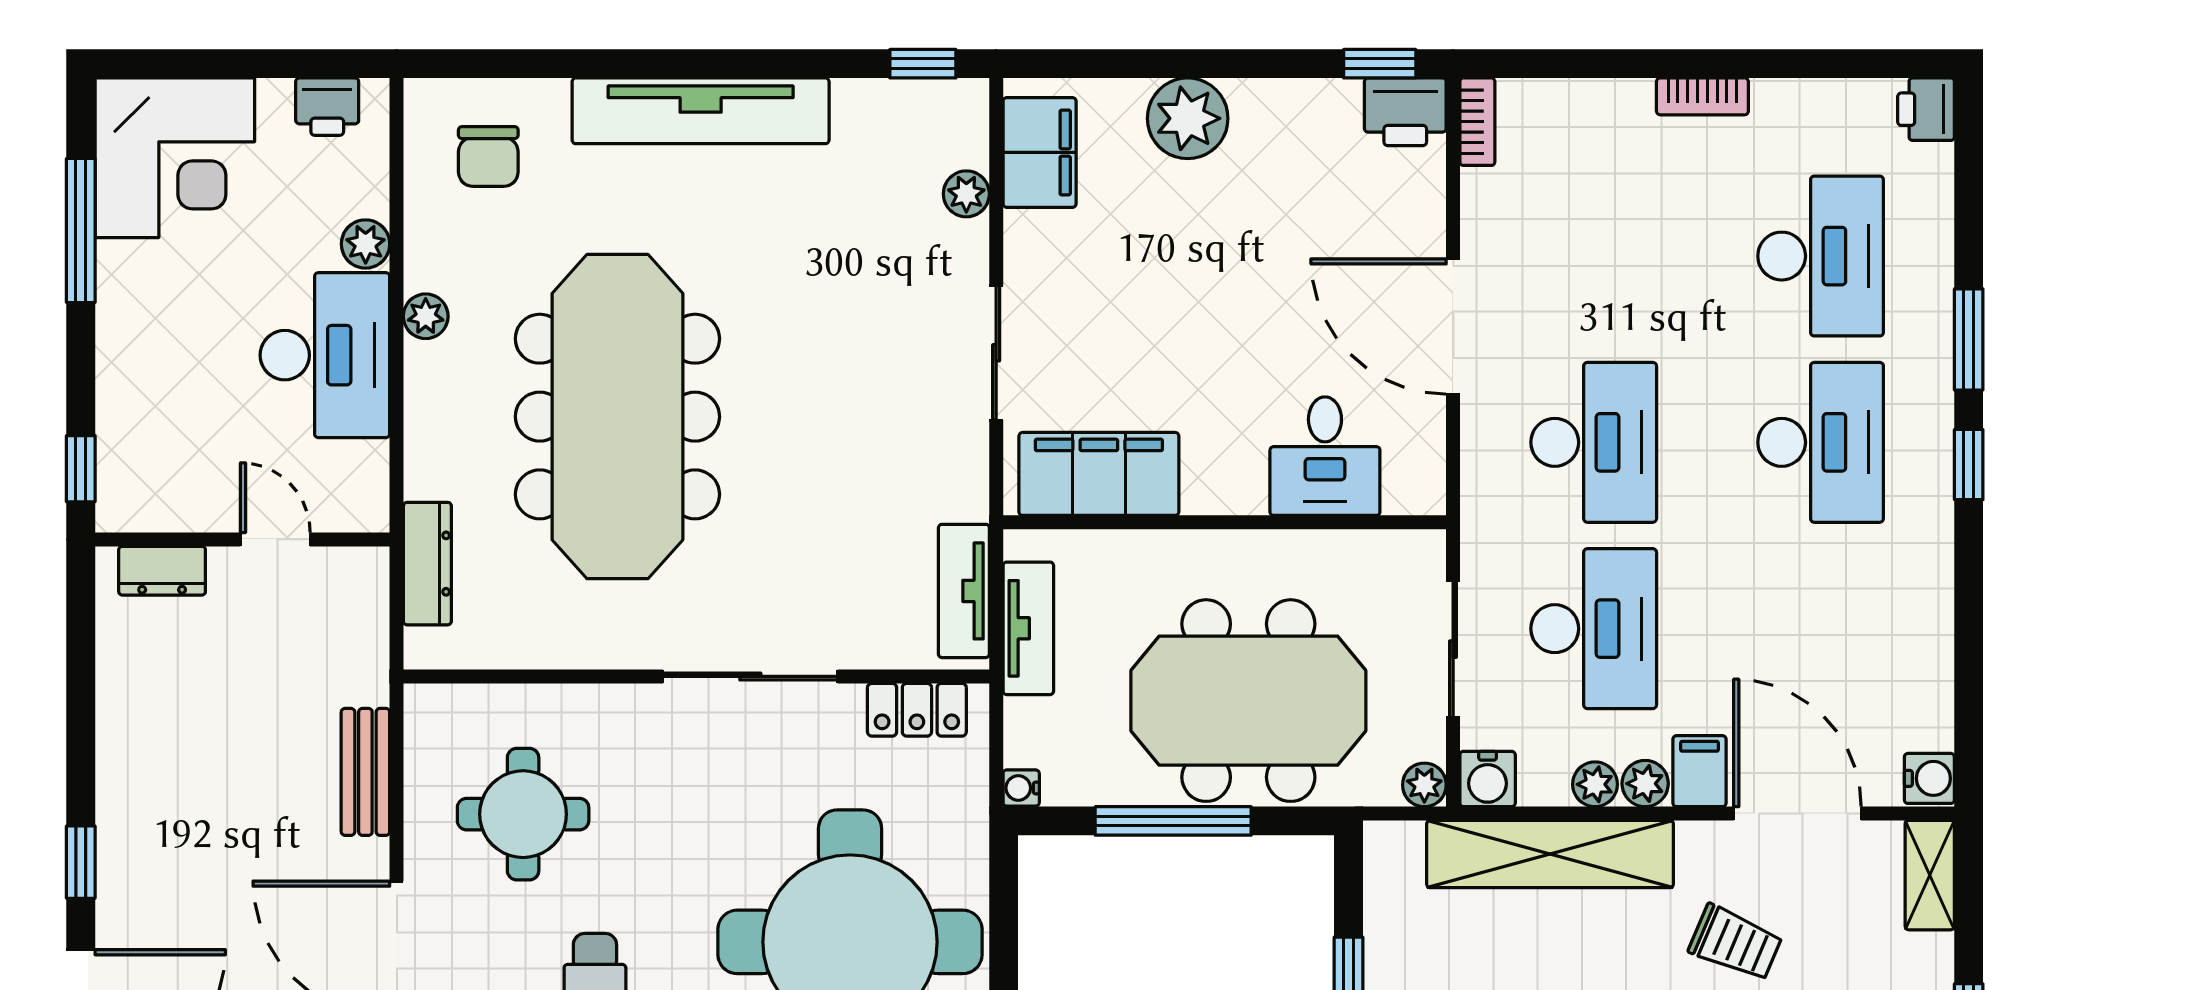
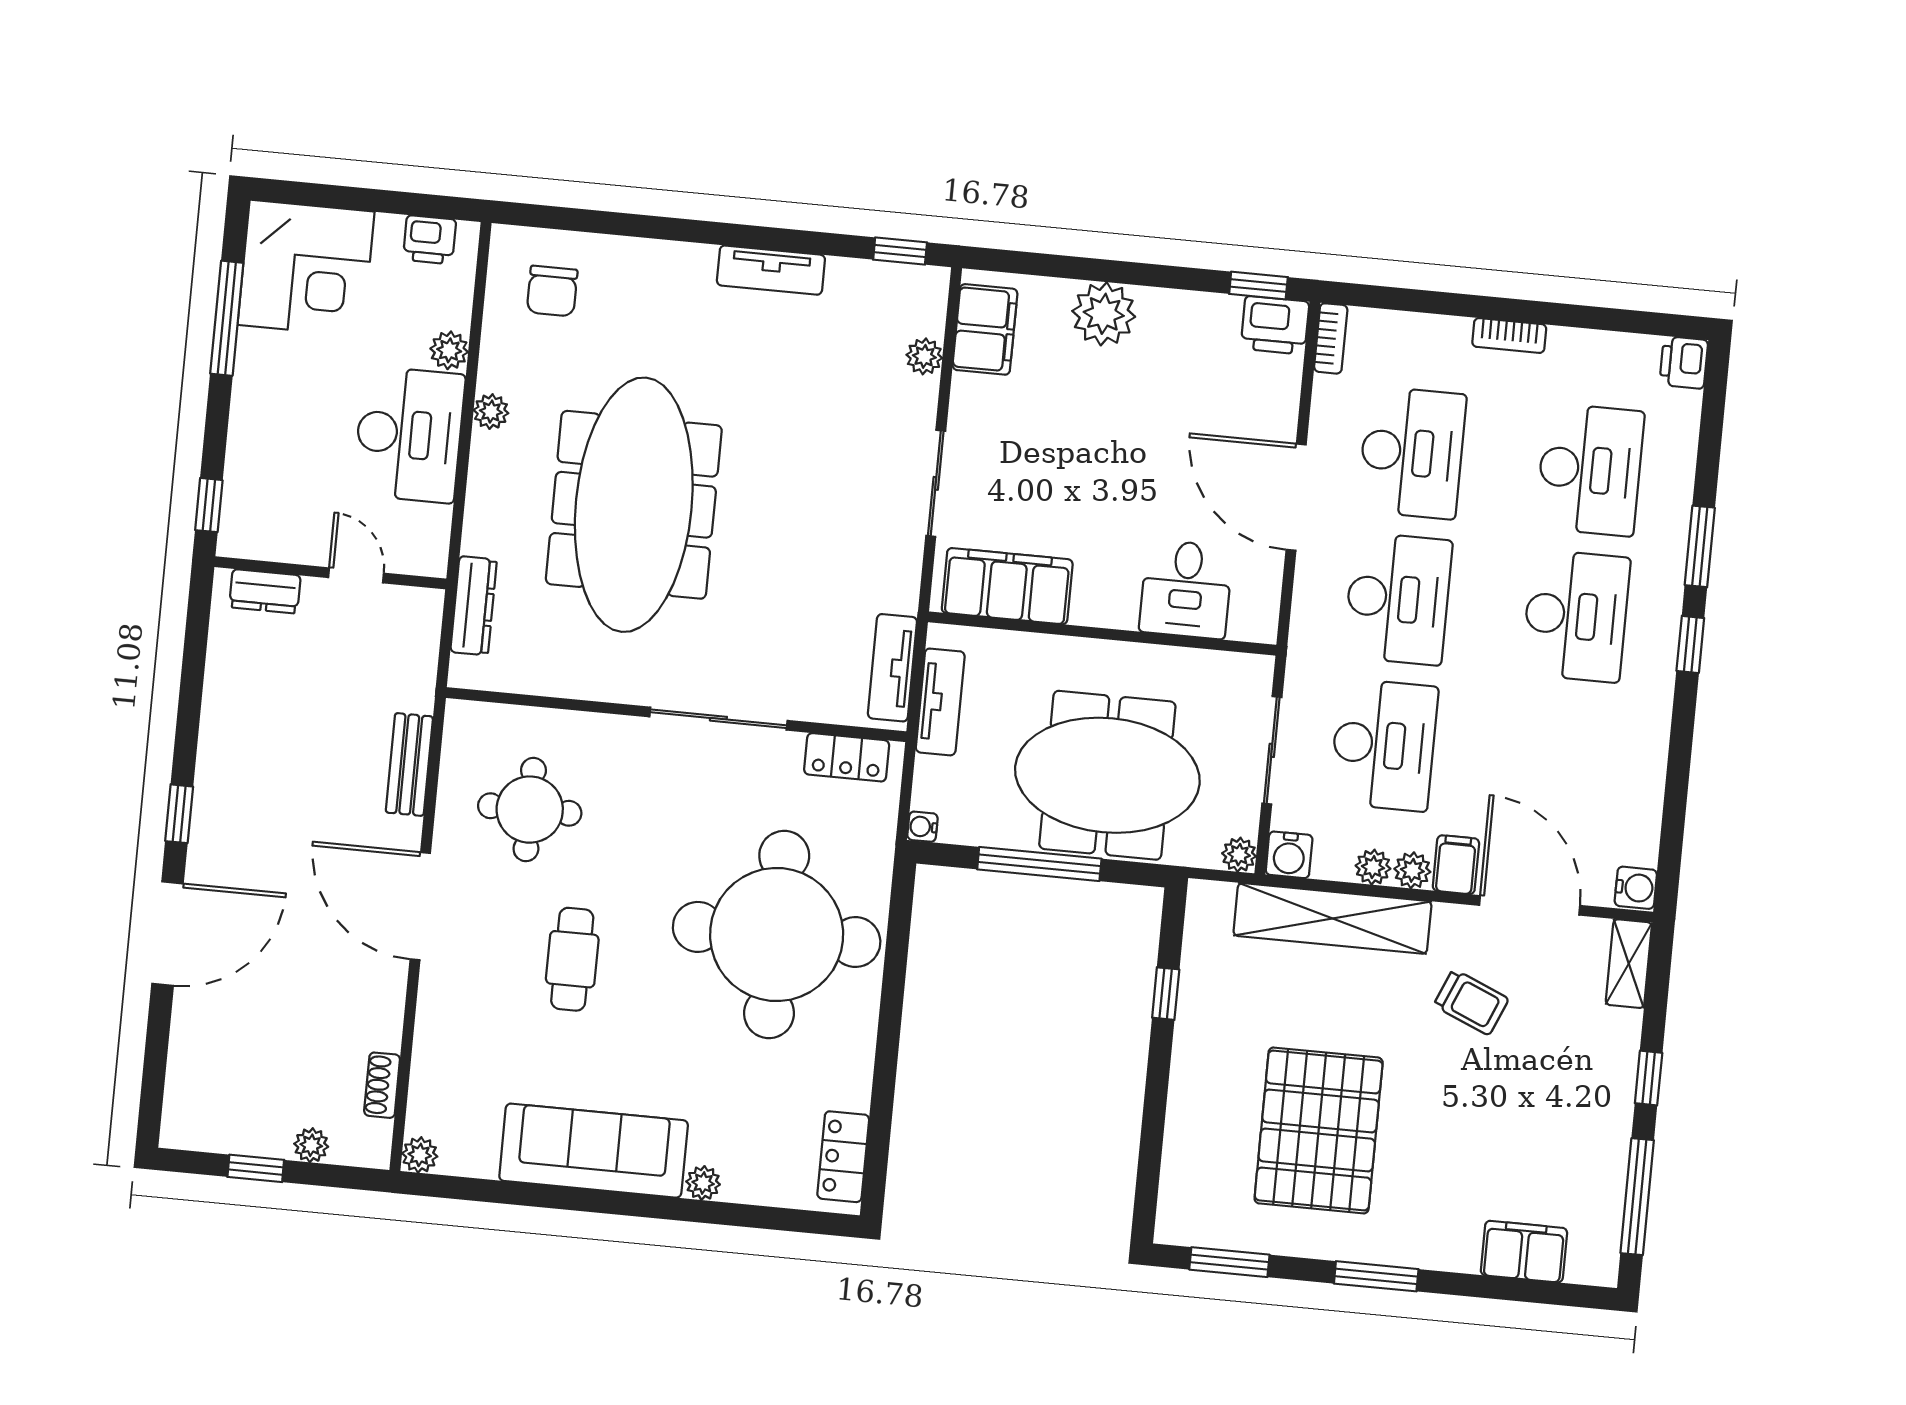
tv unit: (701, 111) -> (771, 270), width x0.52, depth x0.78
desk: (1594, 256) -> (1412, 453), added

